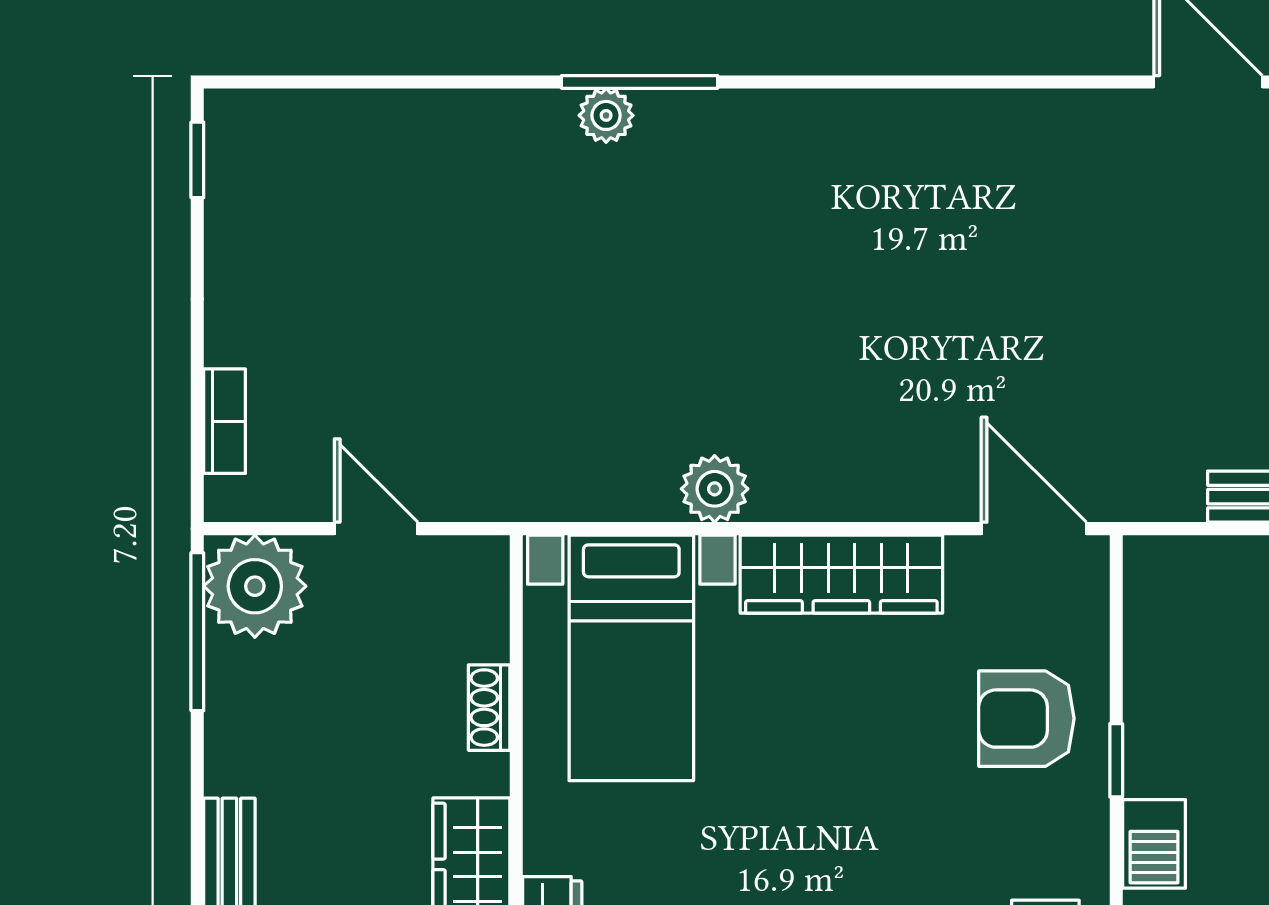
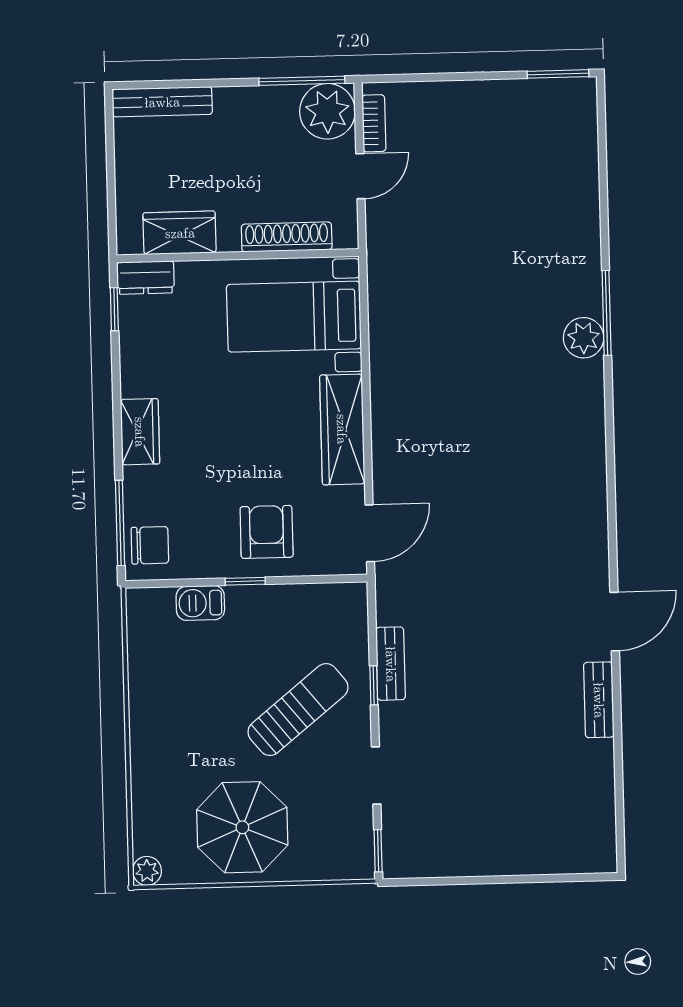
plant: (606, 115) -> (584, 338), moved, width x1.38, depth x1.38
window: (197, 160) -> (558, 74), width x1.50
bookcase: (225, 421) -> (374, 123), moved, turned -90
plant: (715, 489) -> (387, 359), removed
shoe rack: (489, 708) -> (287, 237), width x1.94, depth x1.24

